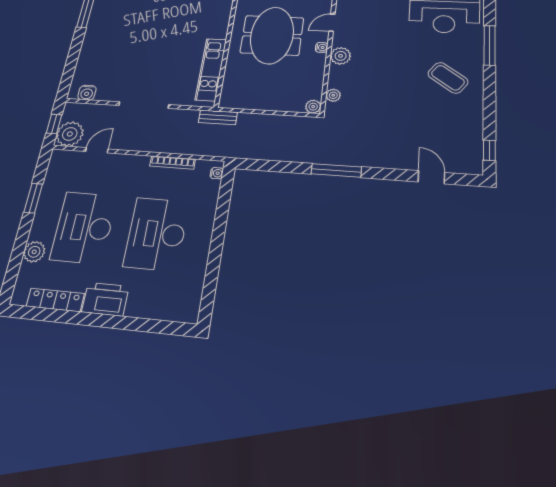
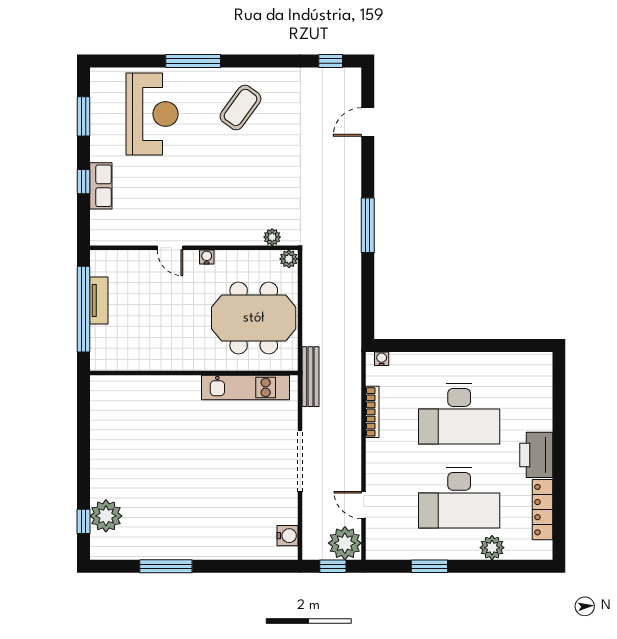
meeting table: (272, 35) -> (254, 318), moved
plant: (341, 56) -> (217, 233), removed
bench: (218, 117) -> (310, 377), width x1.36

